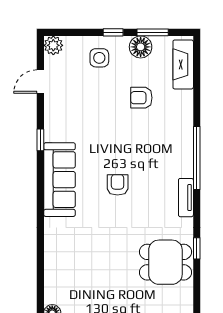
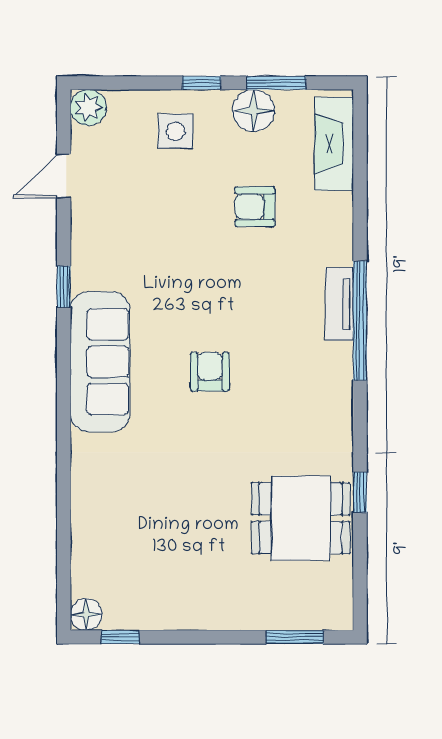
tv unit: (186, 198) -> (339, 304), moved

